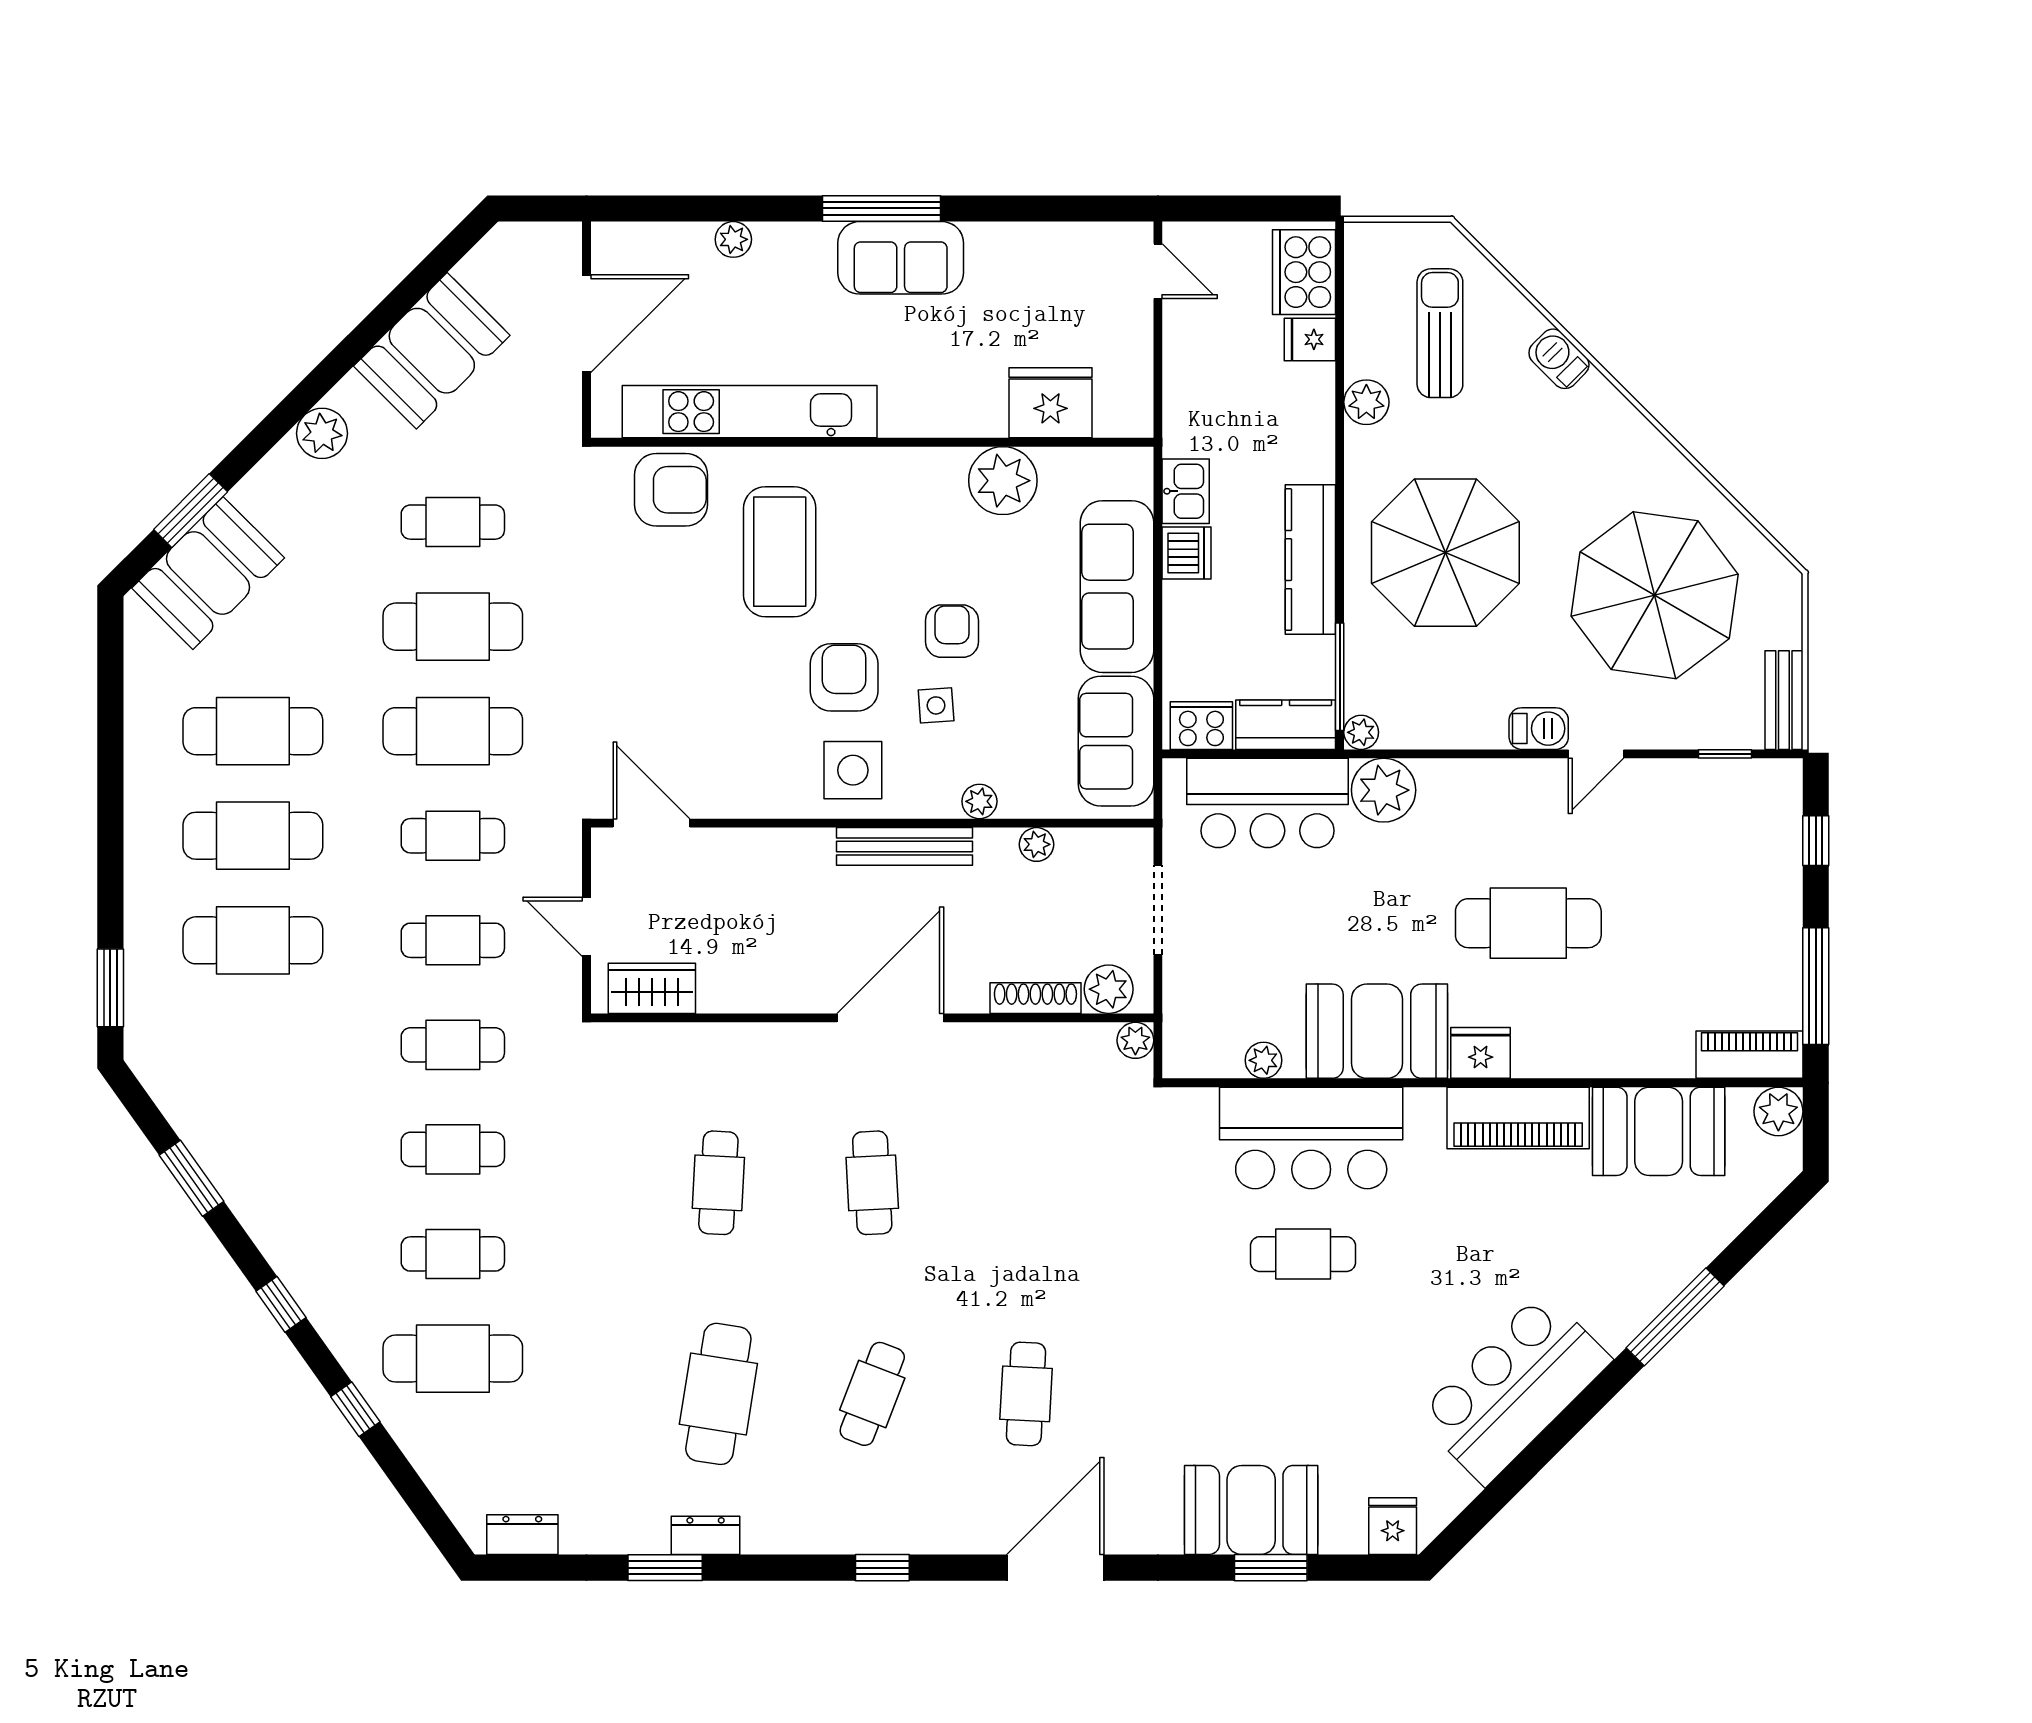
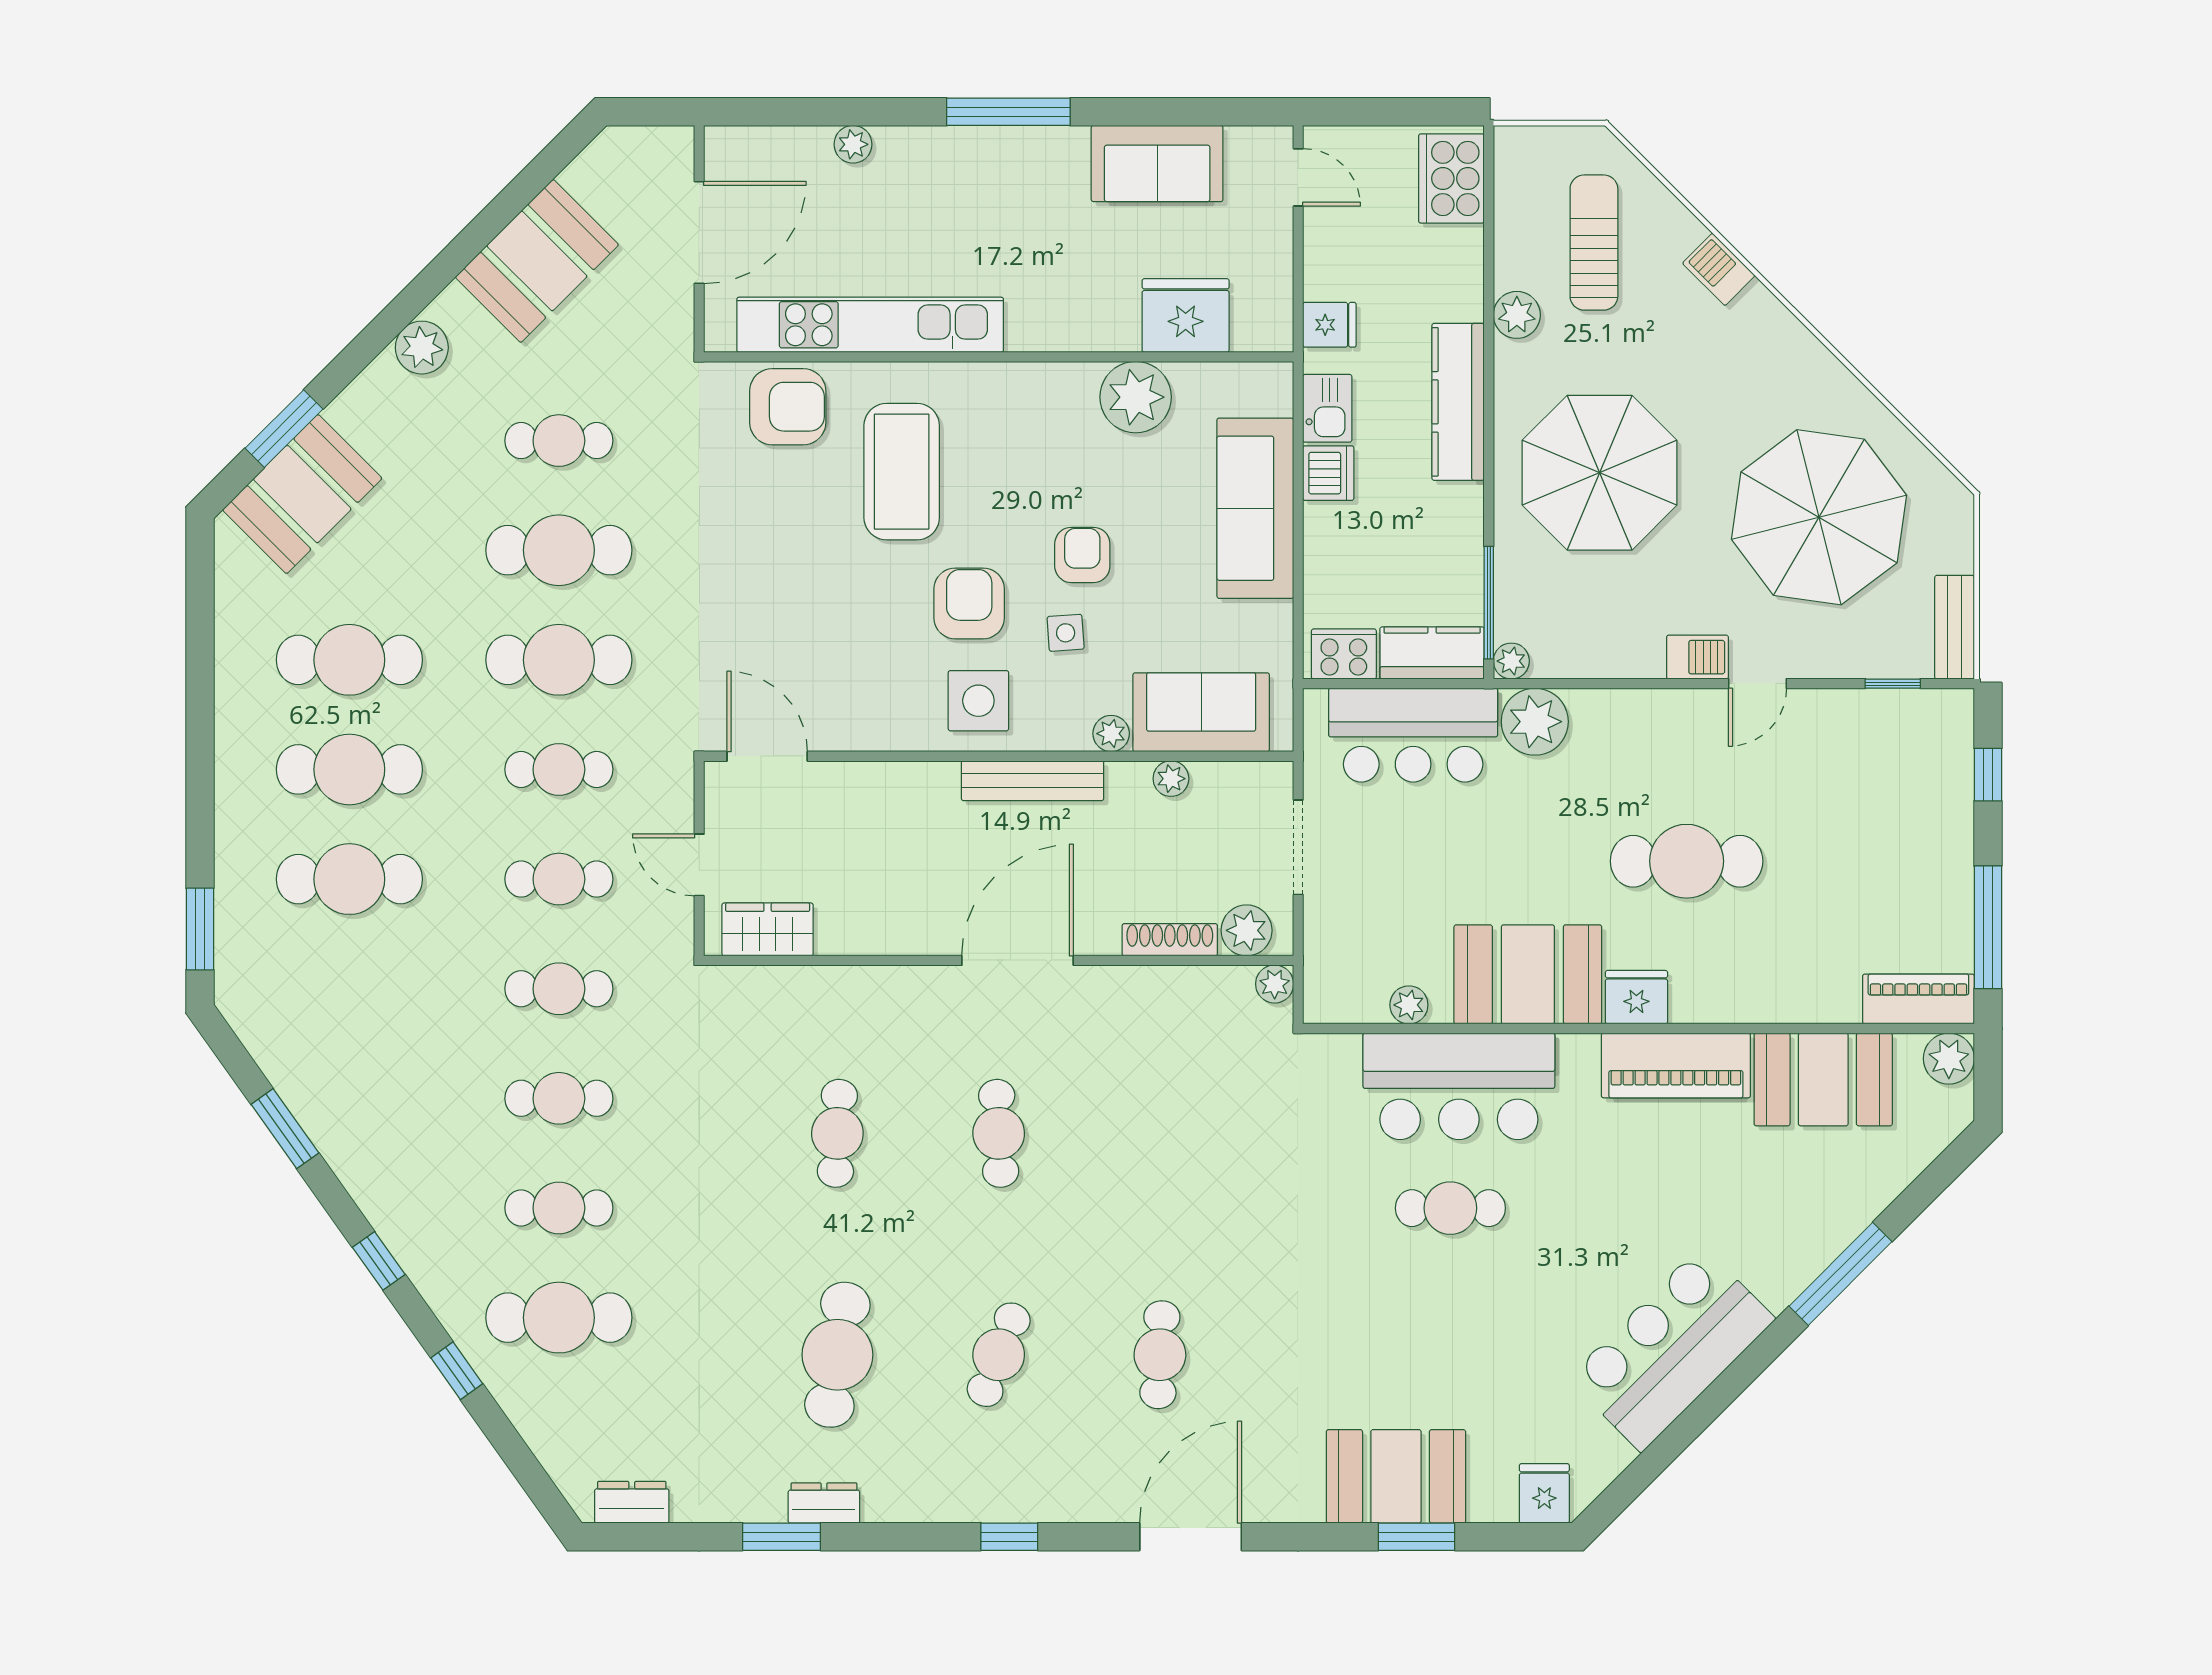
sofa: (901, 258) -> (1157, 164), moved
fridge: (1310, 339) -> (1329, 325), moved, turned 180
kitchen counter: (1310, 560) -> (1458, 402), moved
sofa: (1116, 741) -> (1201, 712), moved, turned 90

